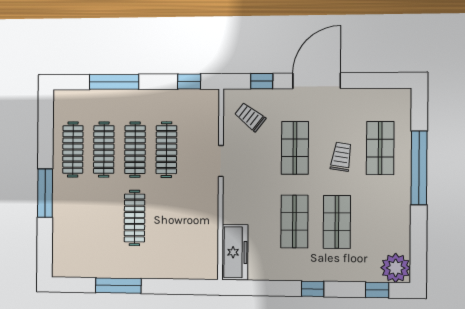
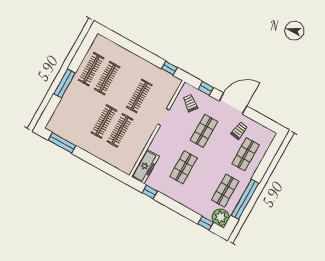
window: (114, 82) -> (131, 47), removed
clothes rail: (135, 150) -> (120, 130), moved
trolley: (341, 157) -> (239, 131), moved
window: (419, 168) -> (245, 199), moved
shop shelf: (337, 222) -> (225, 191), moved
window: (118, 286) -> (62, 143), moved
window: (313, 289) -> (150, 192), moved

